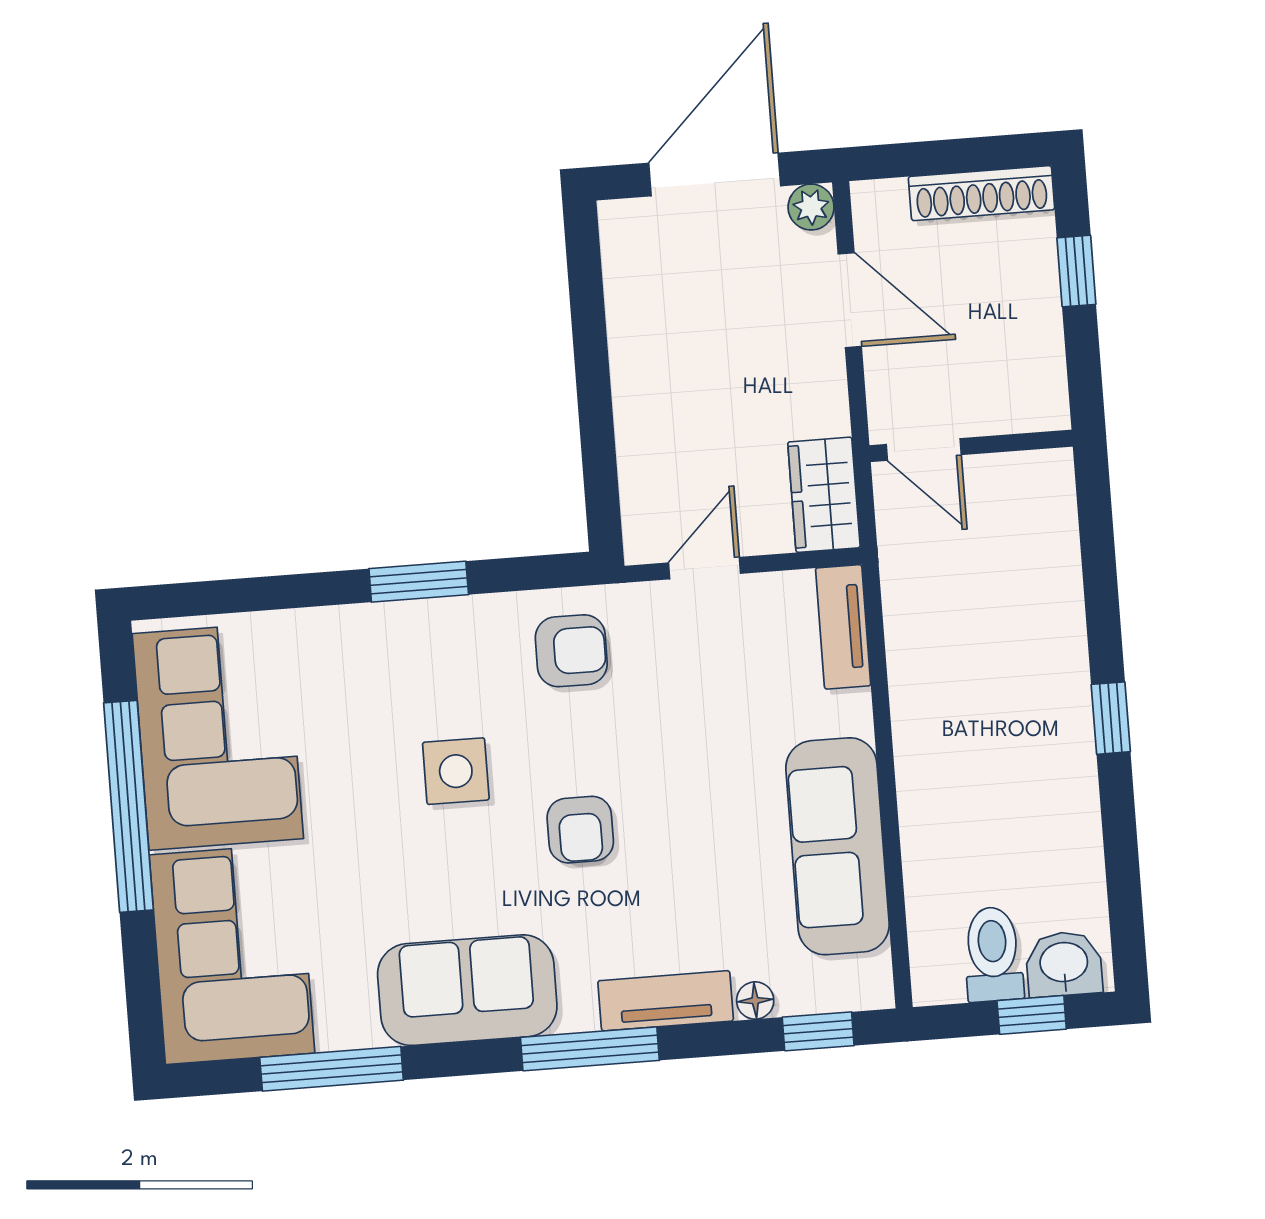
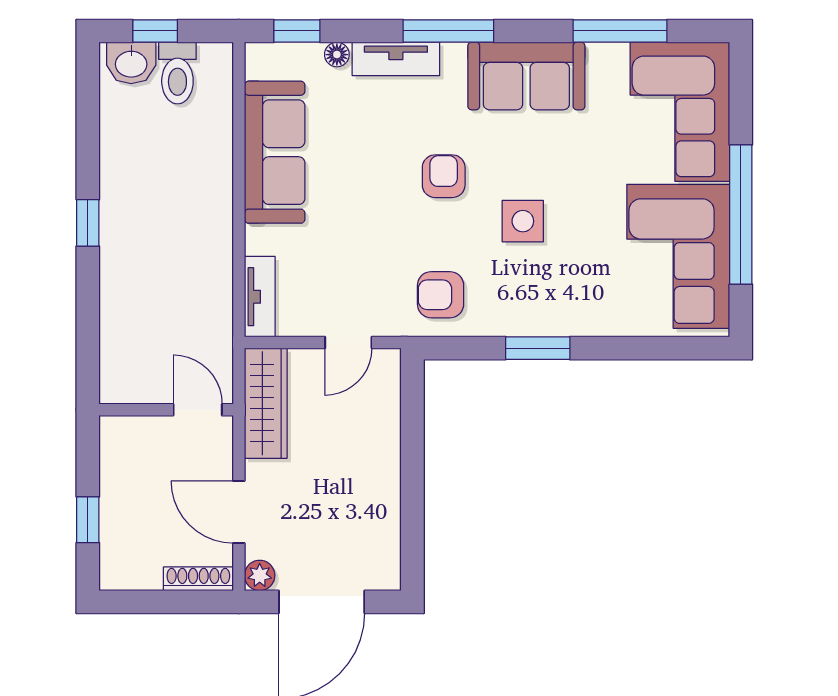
shoe rack: (982, 193) -> (198, 579), moved, width x0.74, depth x0.81
wardrobe: (824, 495) -> (266, 403), width x1.50

